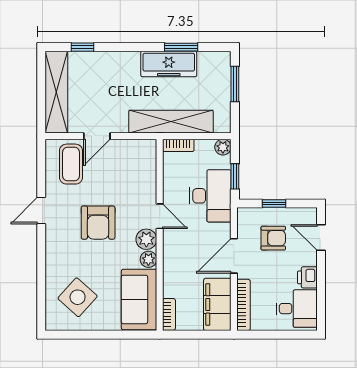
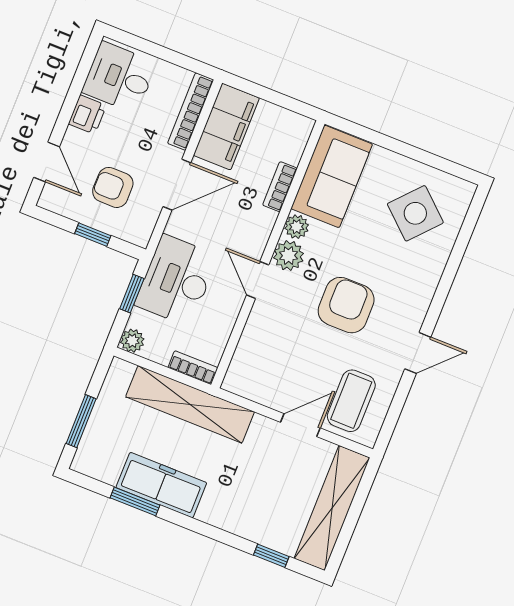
bookcase: (169, 314) -> (280, 187), moved

